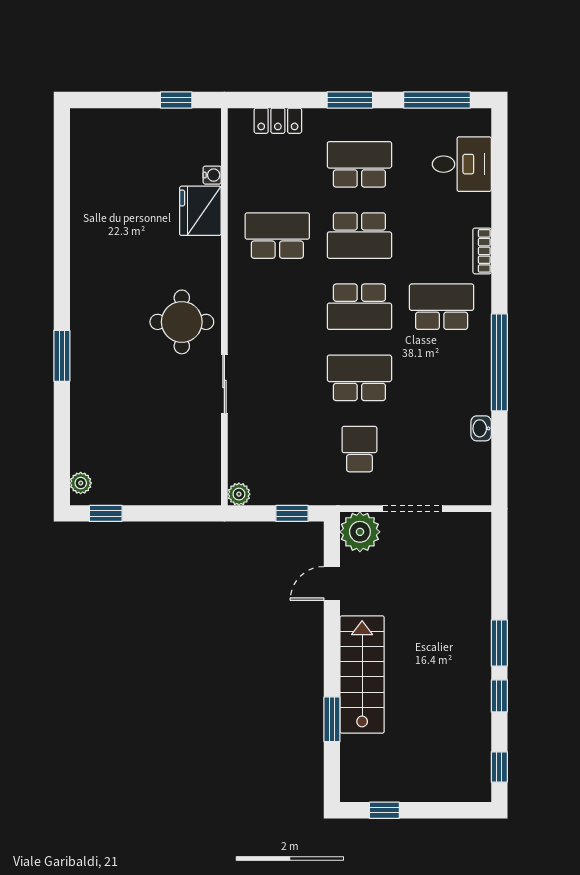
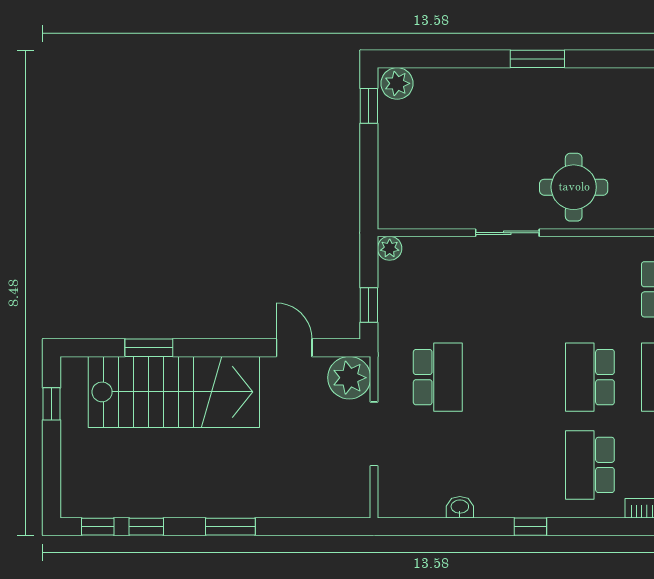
school desk: (442, 307) -> (590, 465), turned 180
window: (499, 362) -> (530, 527), width x0.32
school desk: (359, 378) -> (514, 377), removed
school desk: (359, 449) -> (438, 377), width x1.85
plant: (81, 483) -> (397, 83), width x1.38, depth x1.38
stairs: (362, 675) -> (174, 392), width x1.36, depth x1.51
window: (499, 696) -> (146, 527), moved

